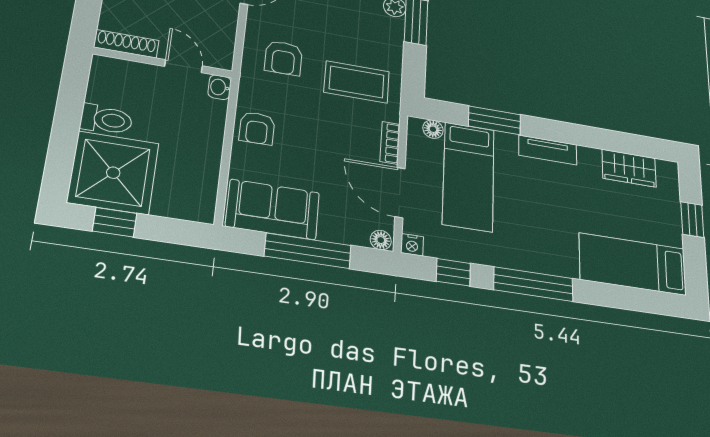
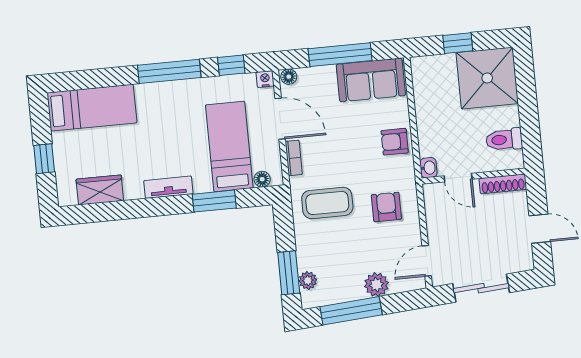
toilet: (106, 120) -> (504, 140), moved
armchair: (257, 128) -> (395, 142), turned -90
window: (115, 222) -> (458, 43), moved

